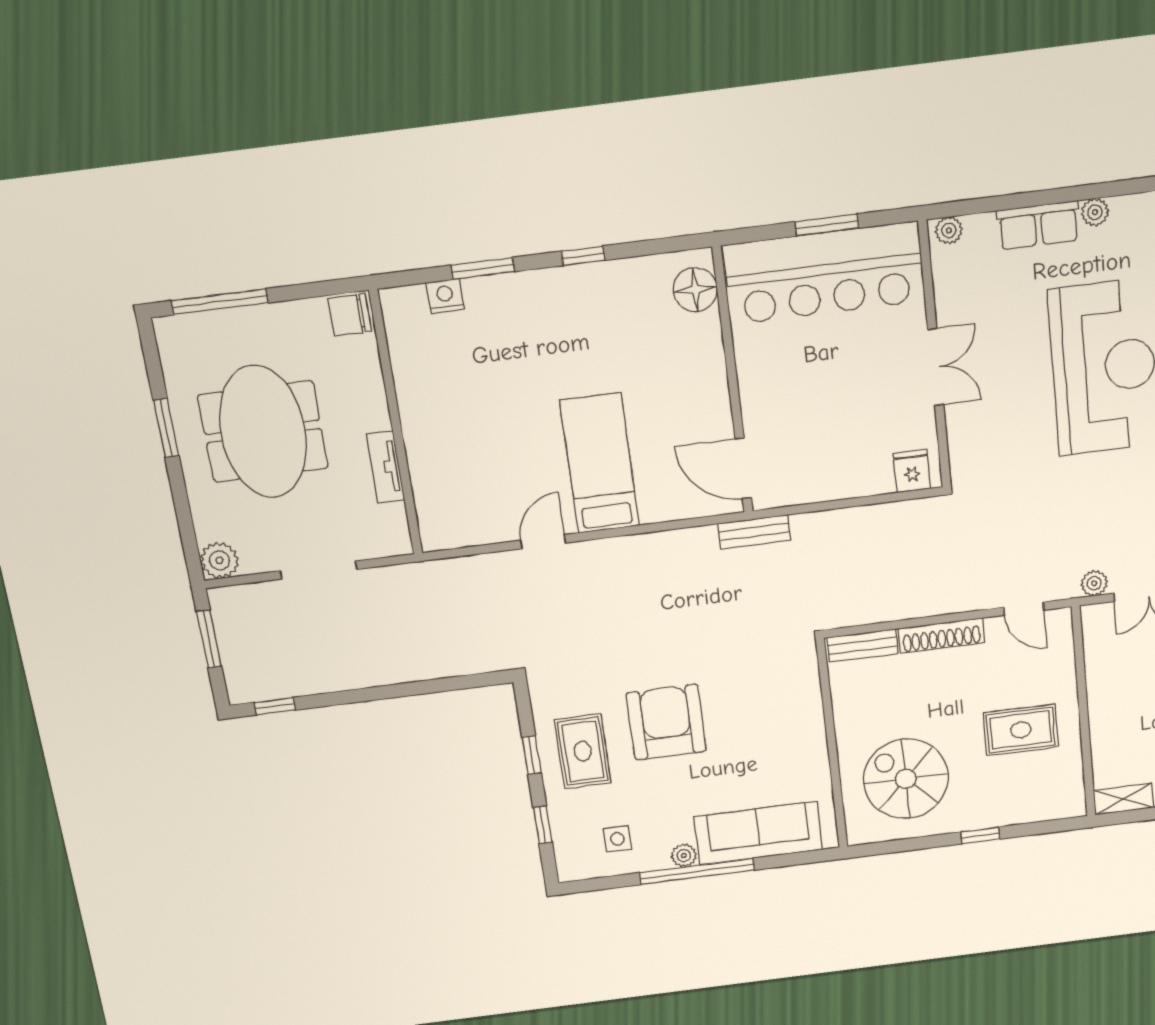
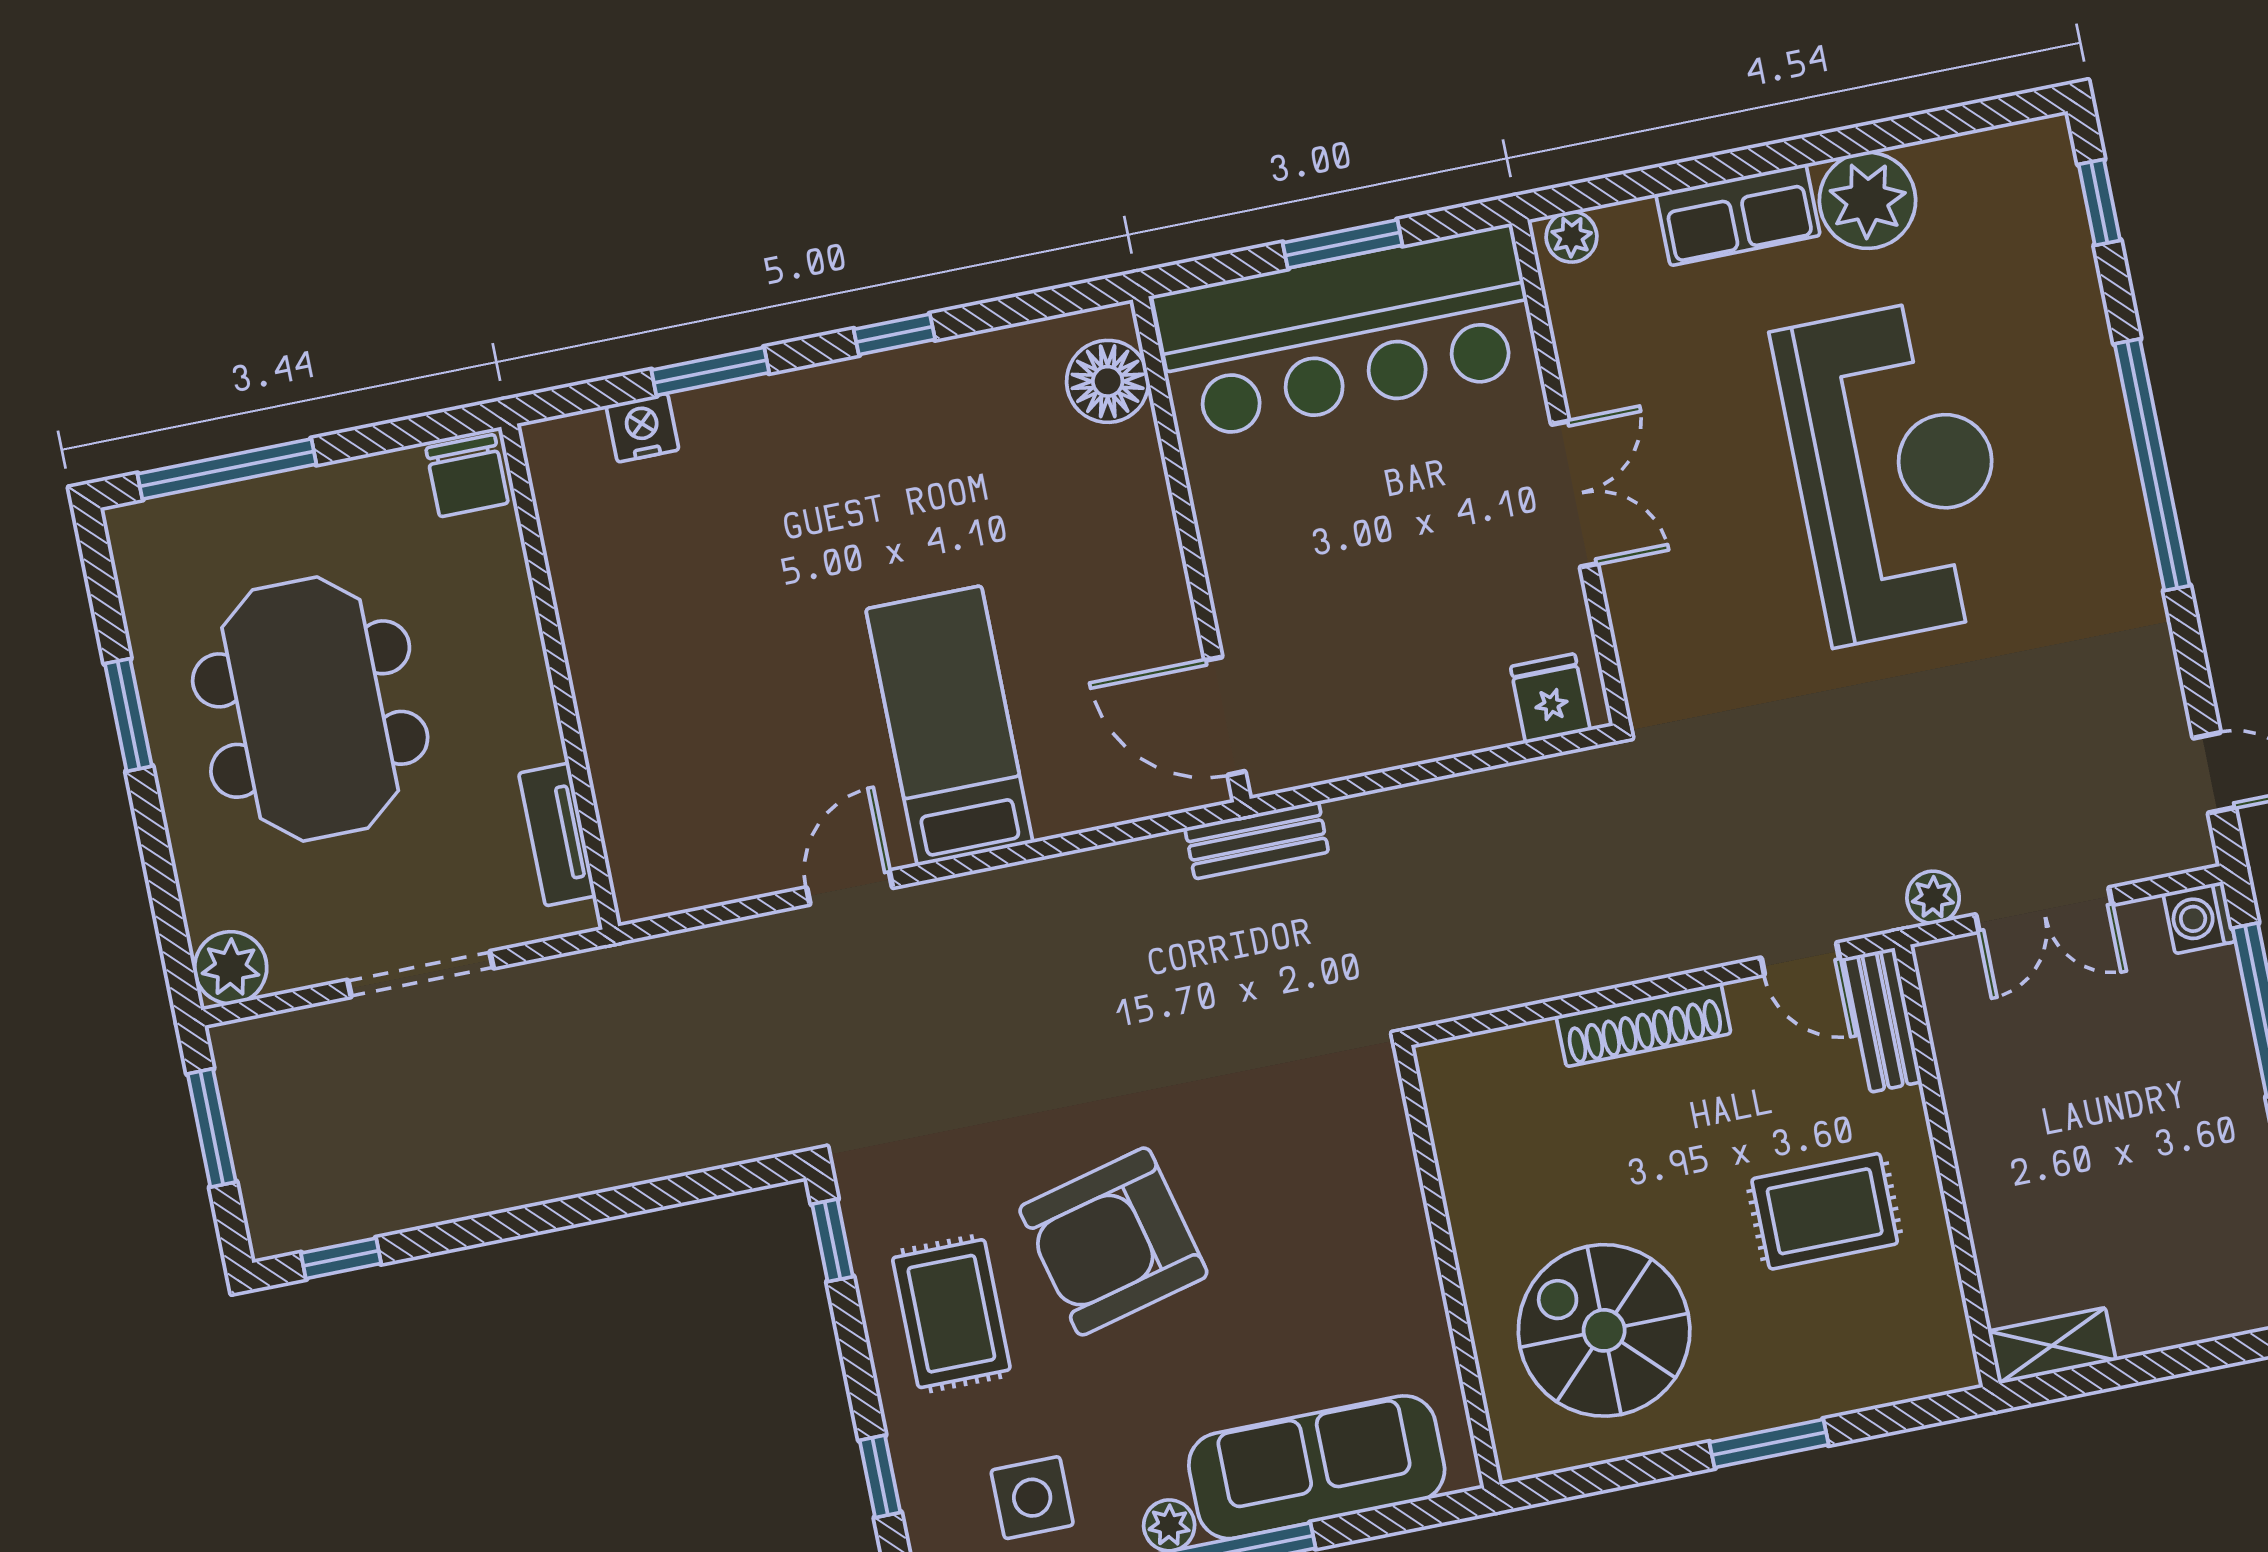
plant: (1095, 212) -> (1867, 200), width x1.87, depth x1.87
chair: (350, 315) -> (467, 476), turned -90
tv unit: (386, 467) -> (557, 834), moved
bench: (862, 646) -> (1883, 1020), moved, turned 90
armchair: (666, 722) -> (1113, 1241), turned -104
window: (532, 755) -> (832, 1240), moved
window: (980, 835) -> (1769, 1444), width x1.50
side table: (617, 839) -> (1032, 1498), width x1.37, depth x1.37

